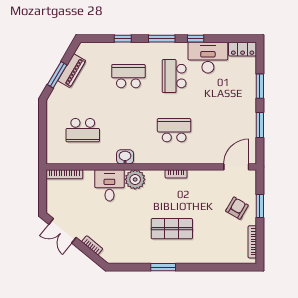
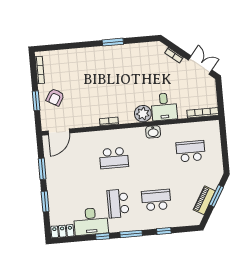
school desk: (128, 76) -> (156, 200), turned 180
school desk: (174, 76) -> (118, 203), turned 180
shop shelf: (172, 229) -> (108, 75), removed

